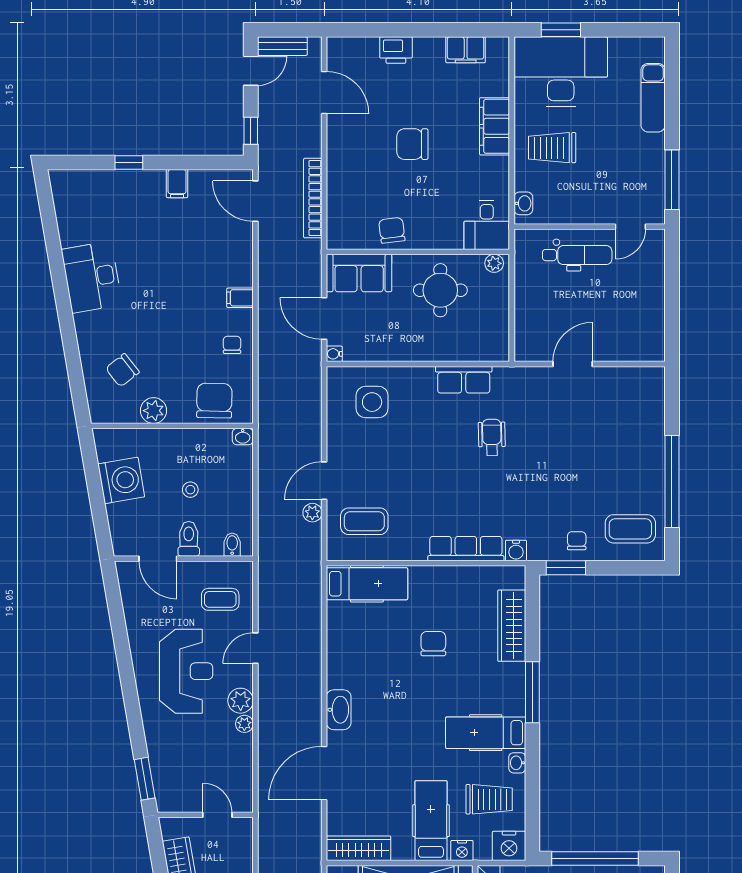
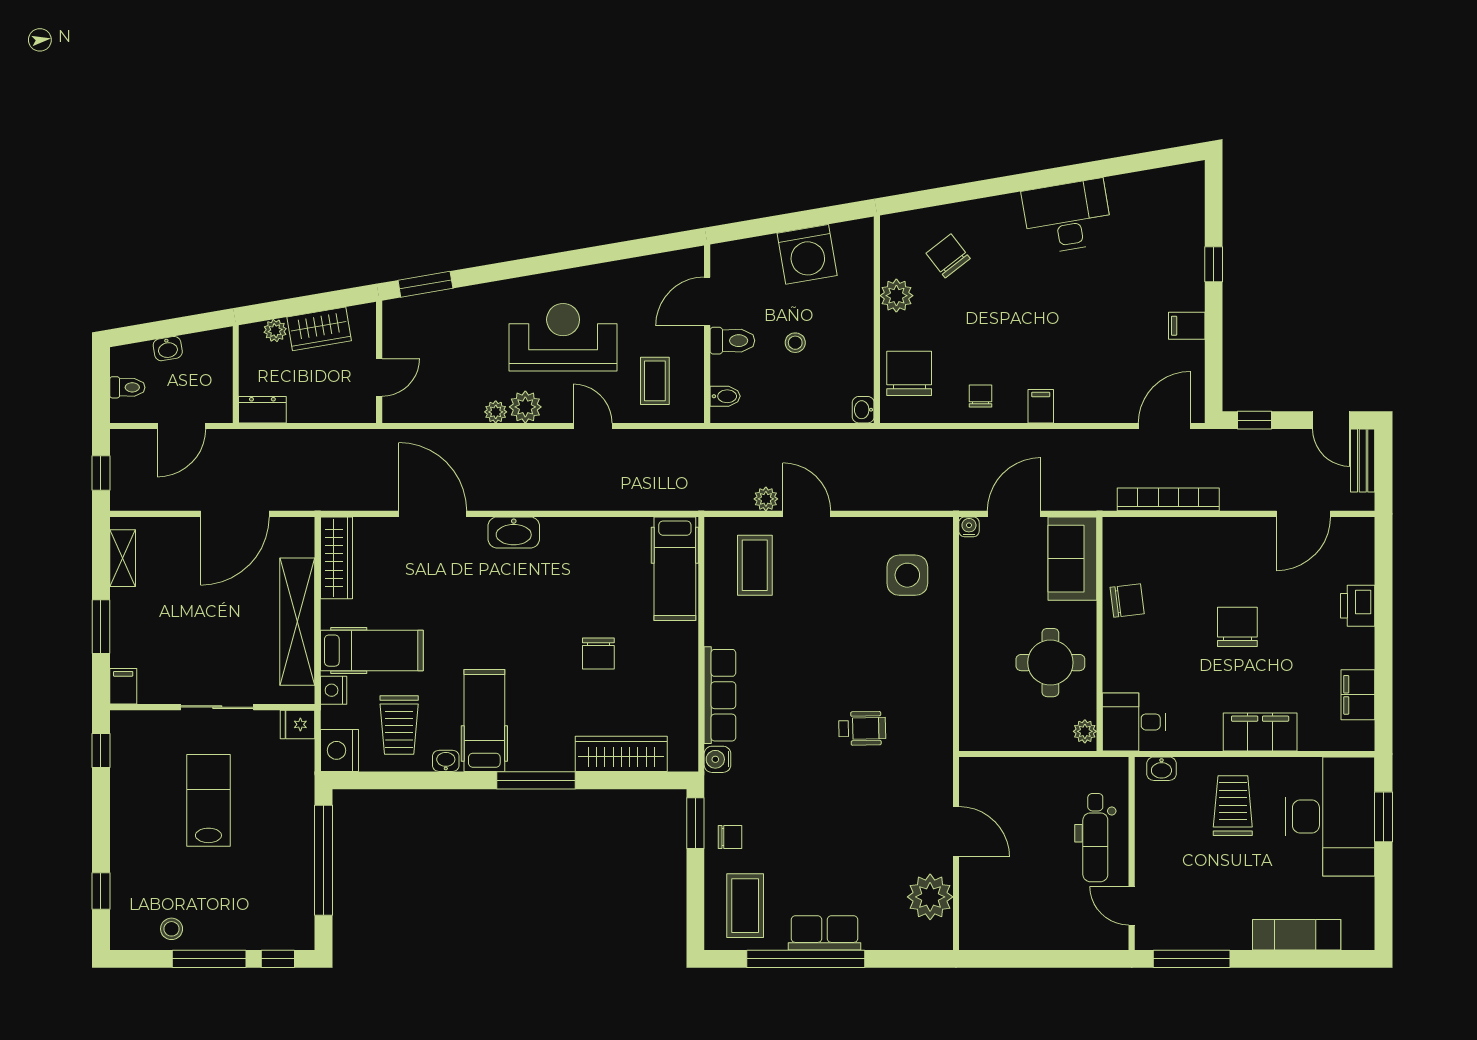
chair: (232, 345) -> (981, 396), turned -90
row of seats: (464, 380) -> (824, 933), moved, turned 90
plant: (624, 384) -> (930, 897), added
chair: (214, 401) -> (909, 373), turned -91
chair: (433, 644) -> (598, 654), turned 90
reception desk: (186, 671) -> (563, 337), turned 180

